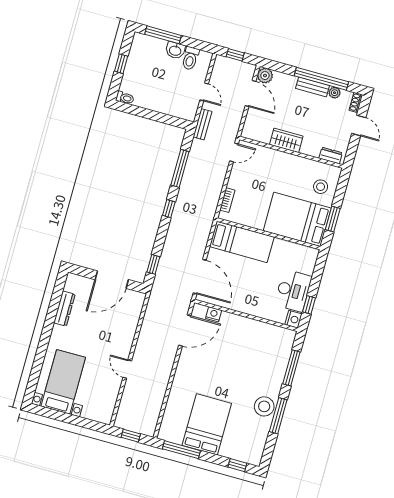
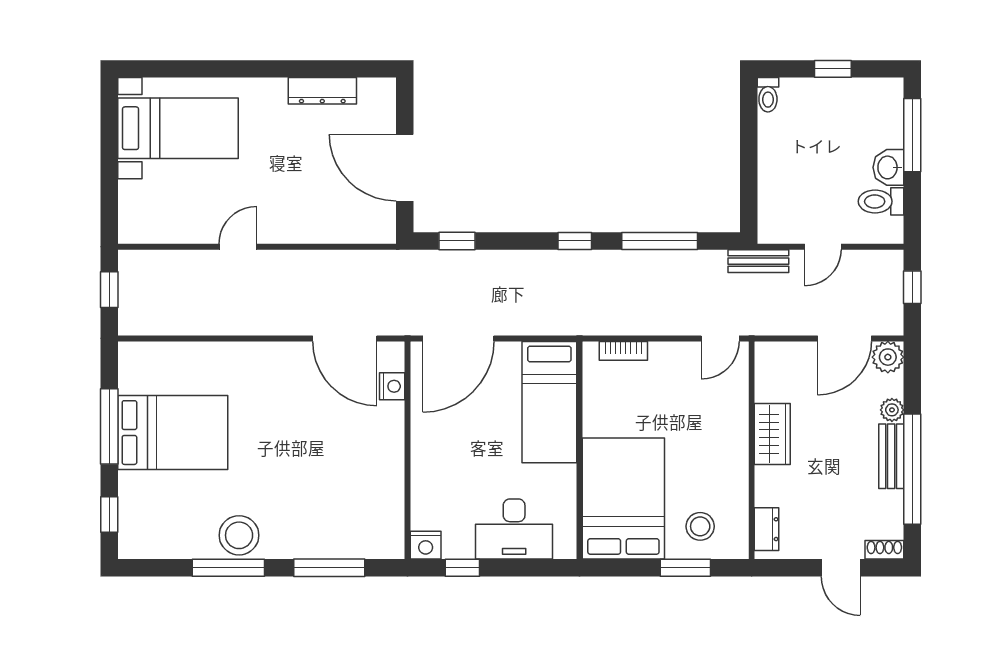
plant: (335, 93) -> (892, 410), moved
door: (359, 126) -> (841, 568), hinge flipped
door: (234, 153) -> (720, 338), hinge flipped
window: (333, 219) -> (685, 568), moved
desk: (293, 291) -> (514, 529), moved
window: (181, 450) -> (109, 426), moved

